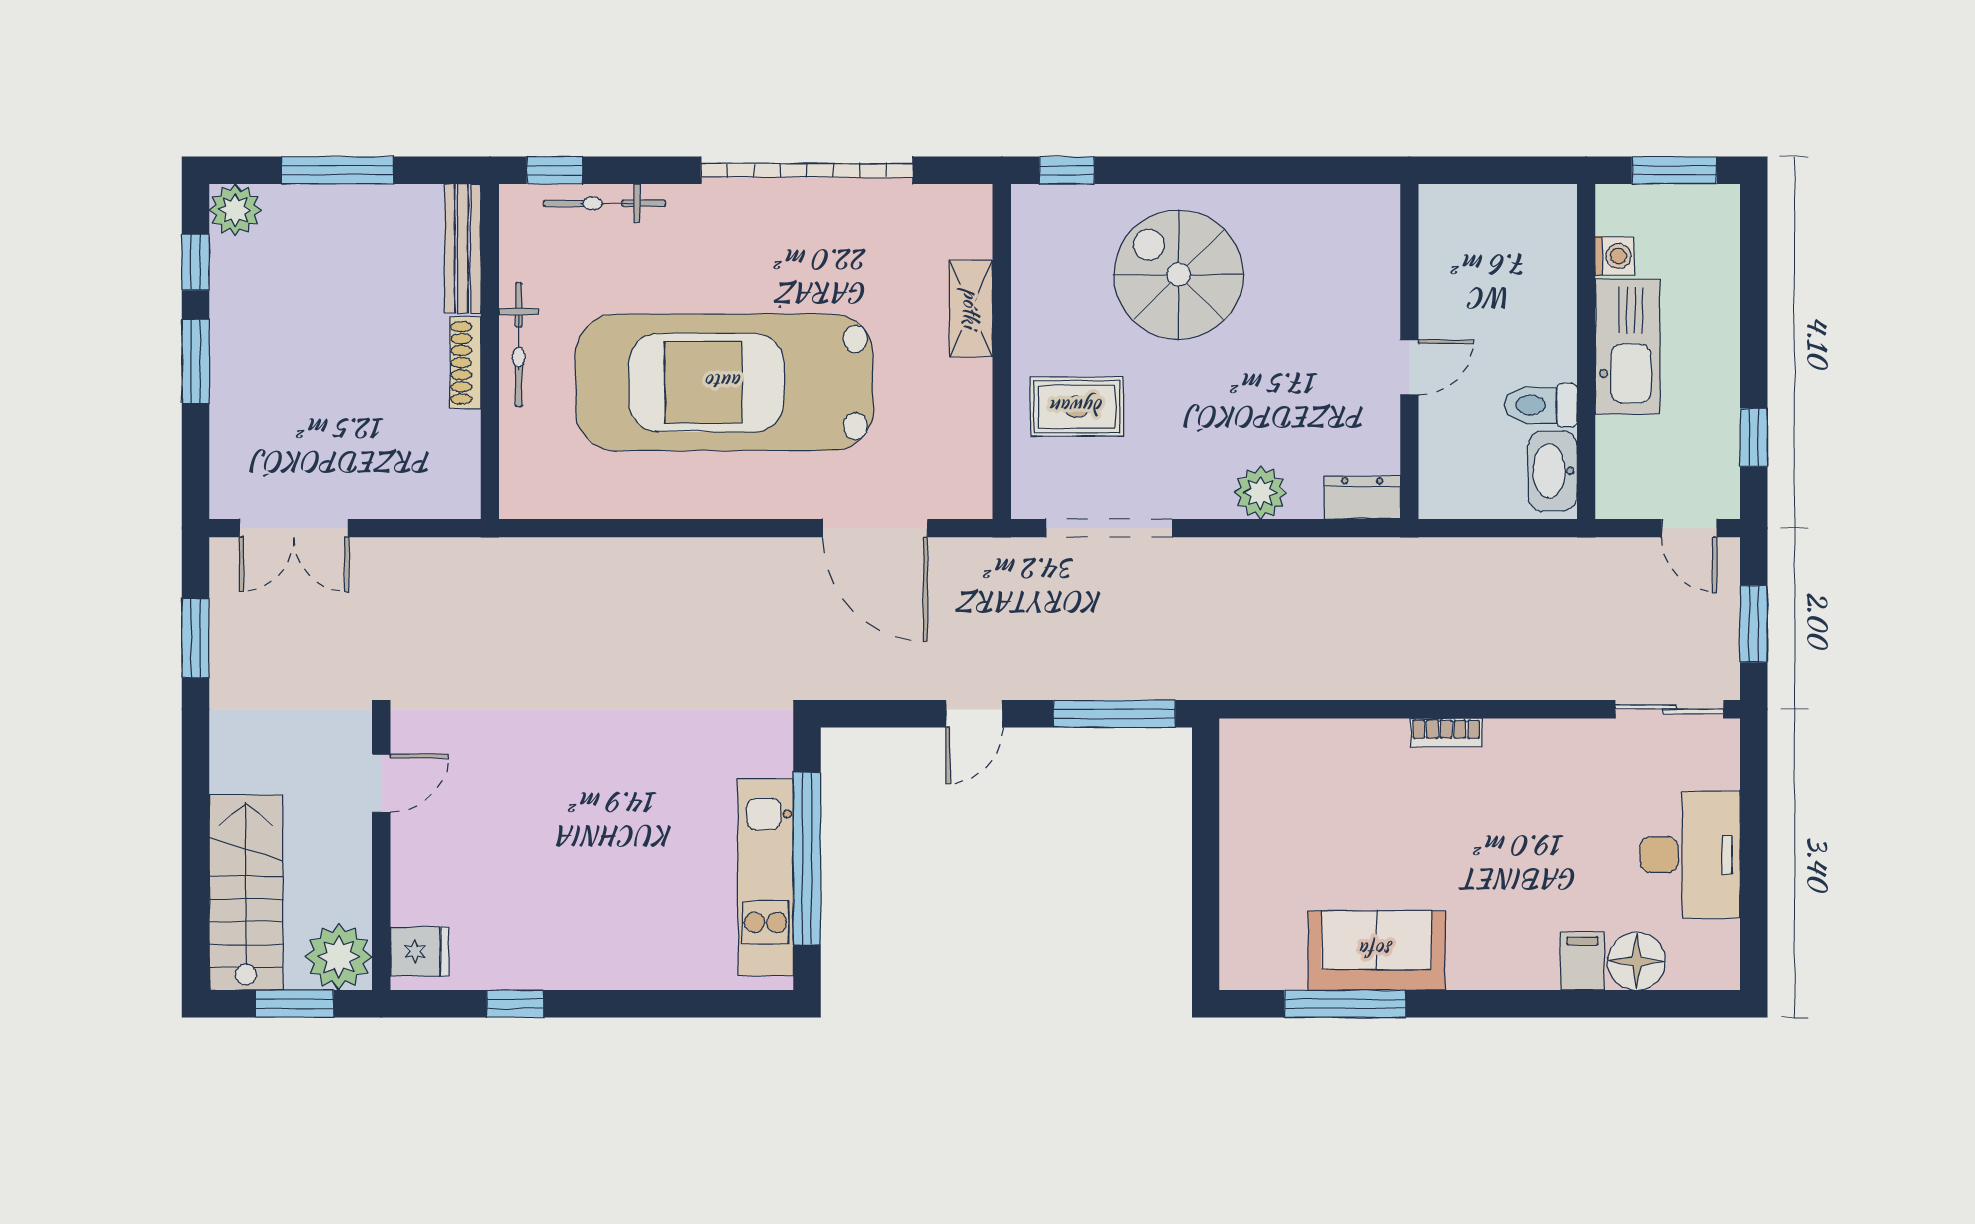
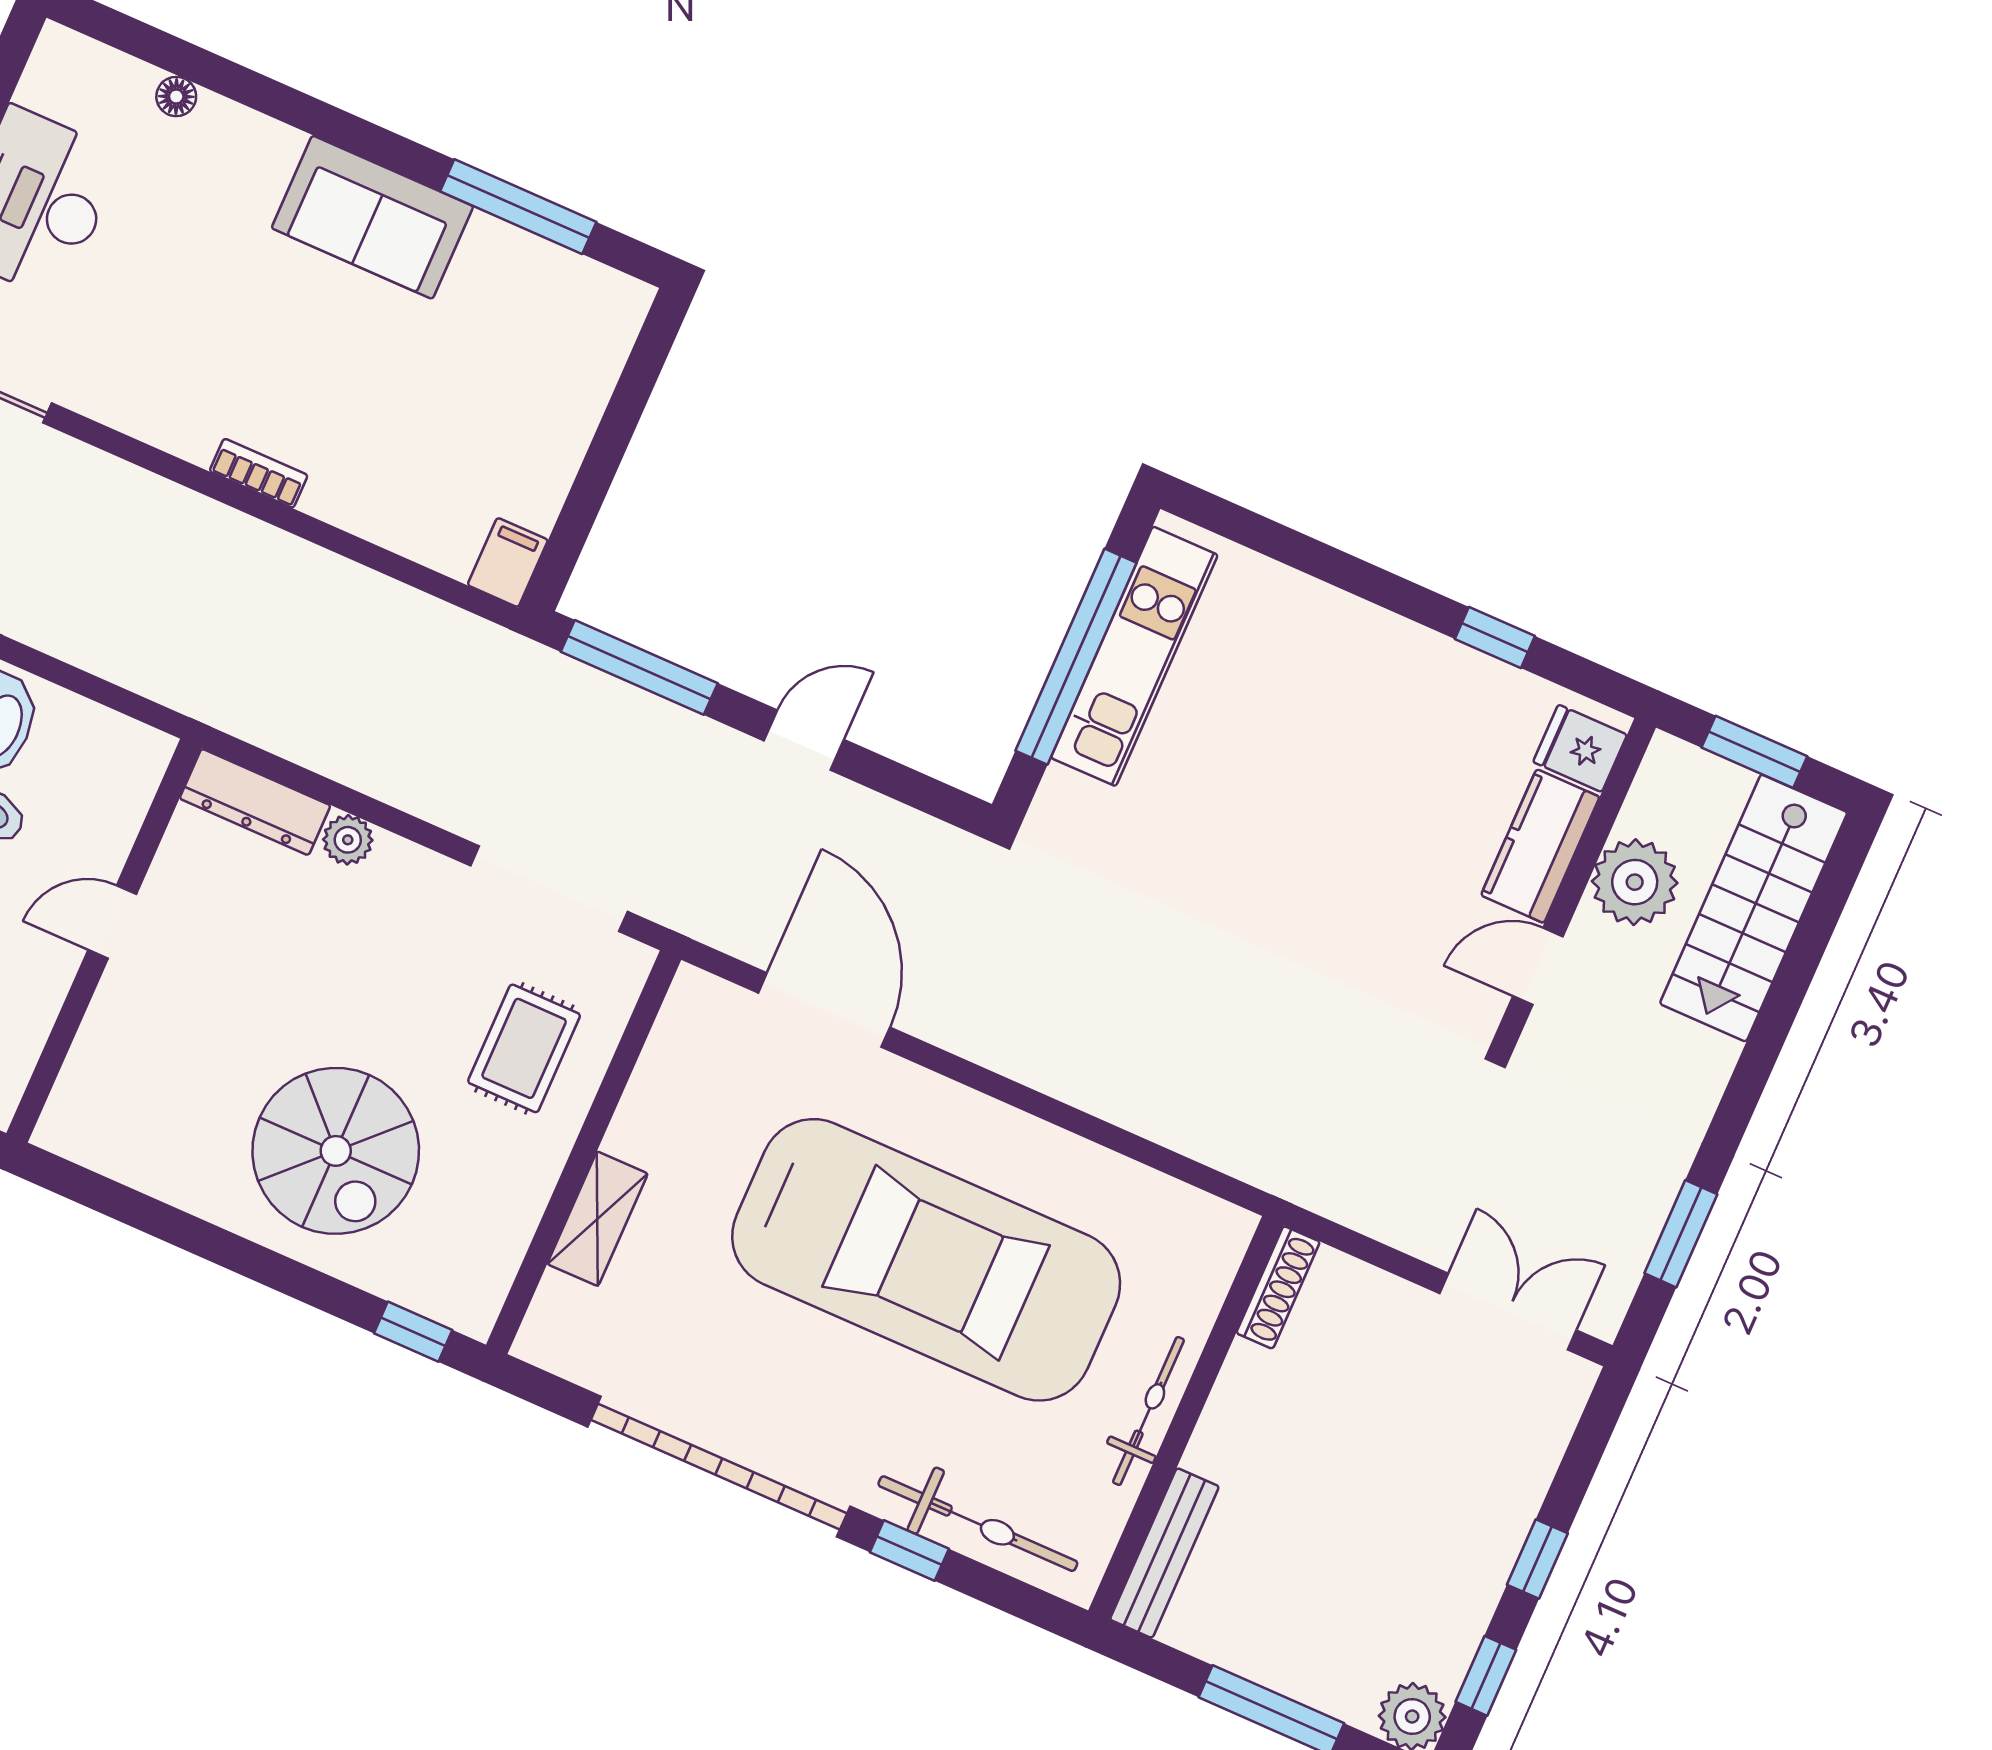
window: (555, 170) -> (909, 1551), moved
bicycle: (605, 203) -> (978, 1524), width x1.37, depth x1.40
window: (195, 361) -> (1537, 1559), width x0.67
shoe rack: (465, 363) -> (1278, 1287), moved
rug: (1077, 407) -> (524, 1048), turned 90
plant: (1260, 492) -> (348, 840), width x0.73, depth x0.73
dresser: (1362, 498) -> (255, 802), width x1.44
kitchen counter: (417, 869) -> (1540, 846), added
sofa: (1377, 950) -> (372, 217), moved
plant: (339, 957) -> (1635, 882), moved
filing cabinet: (1582, 961) -> (508, 562), moved, turned 180
floor lamp: (1637, 961) -> (176, 97), width x0.53, depth x0.53

